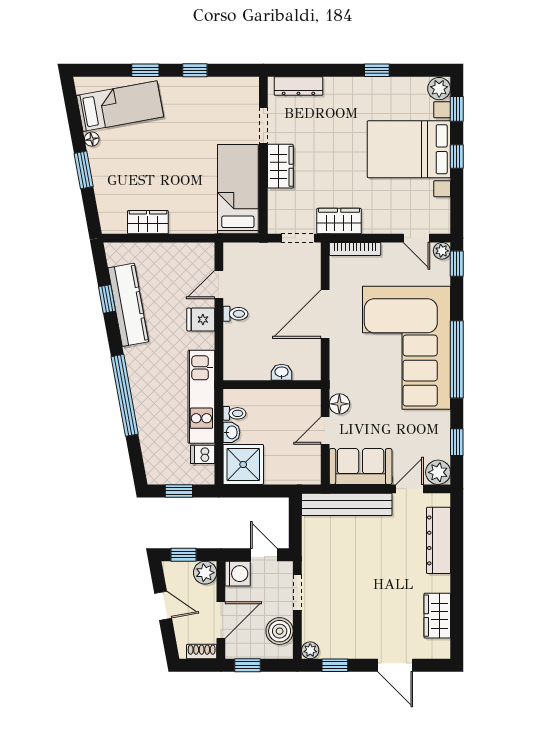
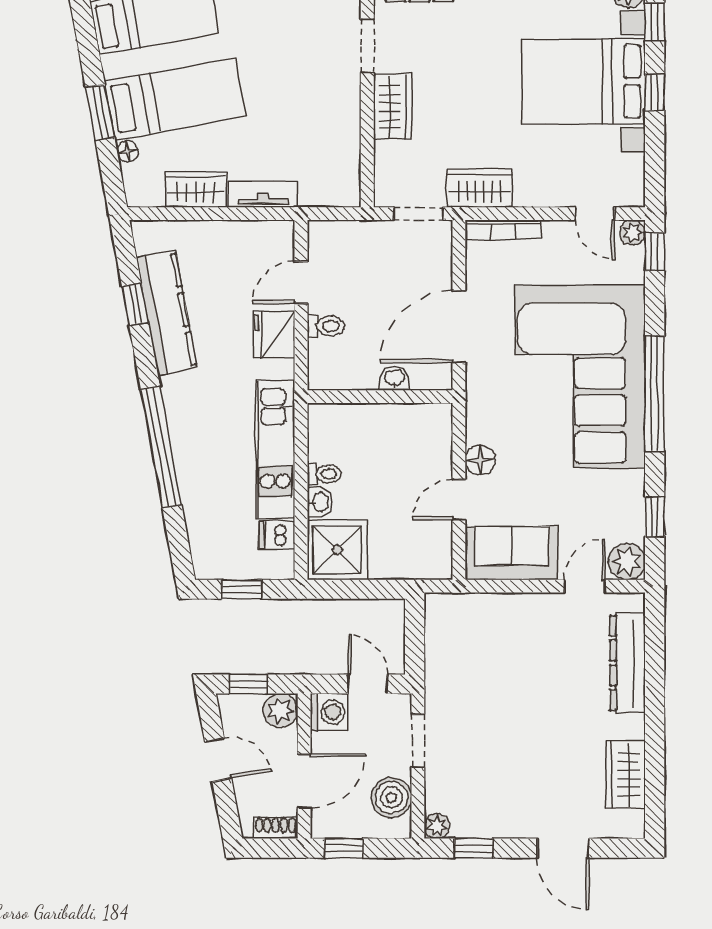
floor lamp: (92, 139) -> (128, 151), moved
bed: (238, 189) -> (175, 99), moved, turned 80
tv unit: (193, 225) -> (263, 194), added
fridge: (201, 320) -> (274, 335), width x1.38
washbasin: (282, 372) -> (394, 378), moved
wall: (272, 385) -> (380, 397), moved
bench: (347, 504) -> (491, 609), removed

